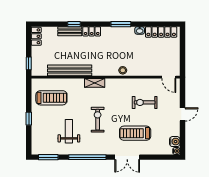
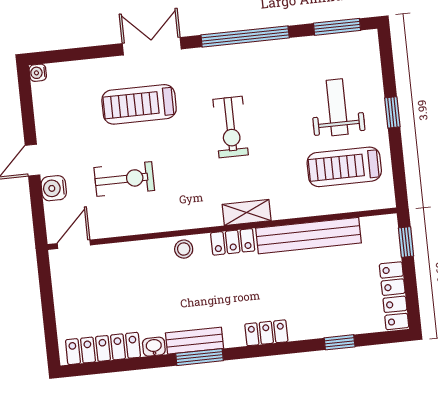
window: (74, 24) -> (340, 342), moved
bench: (70, 31) -> (195, 341), moved
locker: (36, 36) -> (394, 296), width x1.53
locker: (102, 71) -> (233, 242), added
door: (169, 77) -> (74, 244), hinge flipped
weight bench: (69, 131) -> (337, 107), moved, turned 180
treadmill: (135, 133) -> (139, 104), turned 180
water cooler: (175, 142) -> (54, 188), moved

